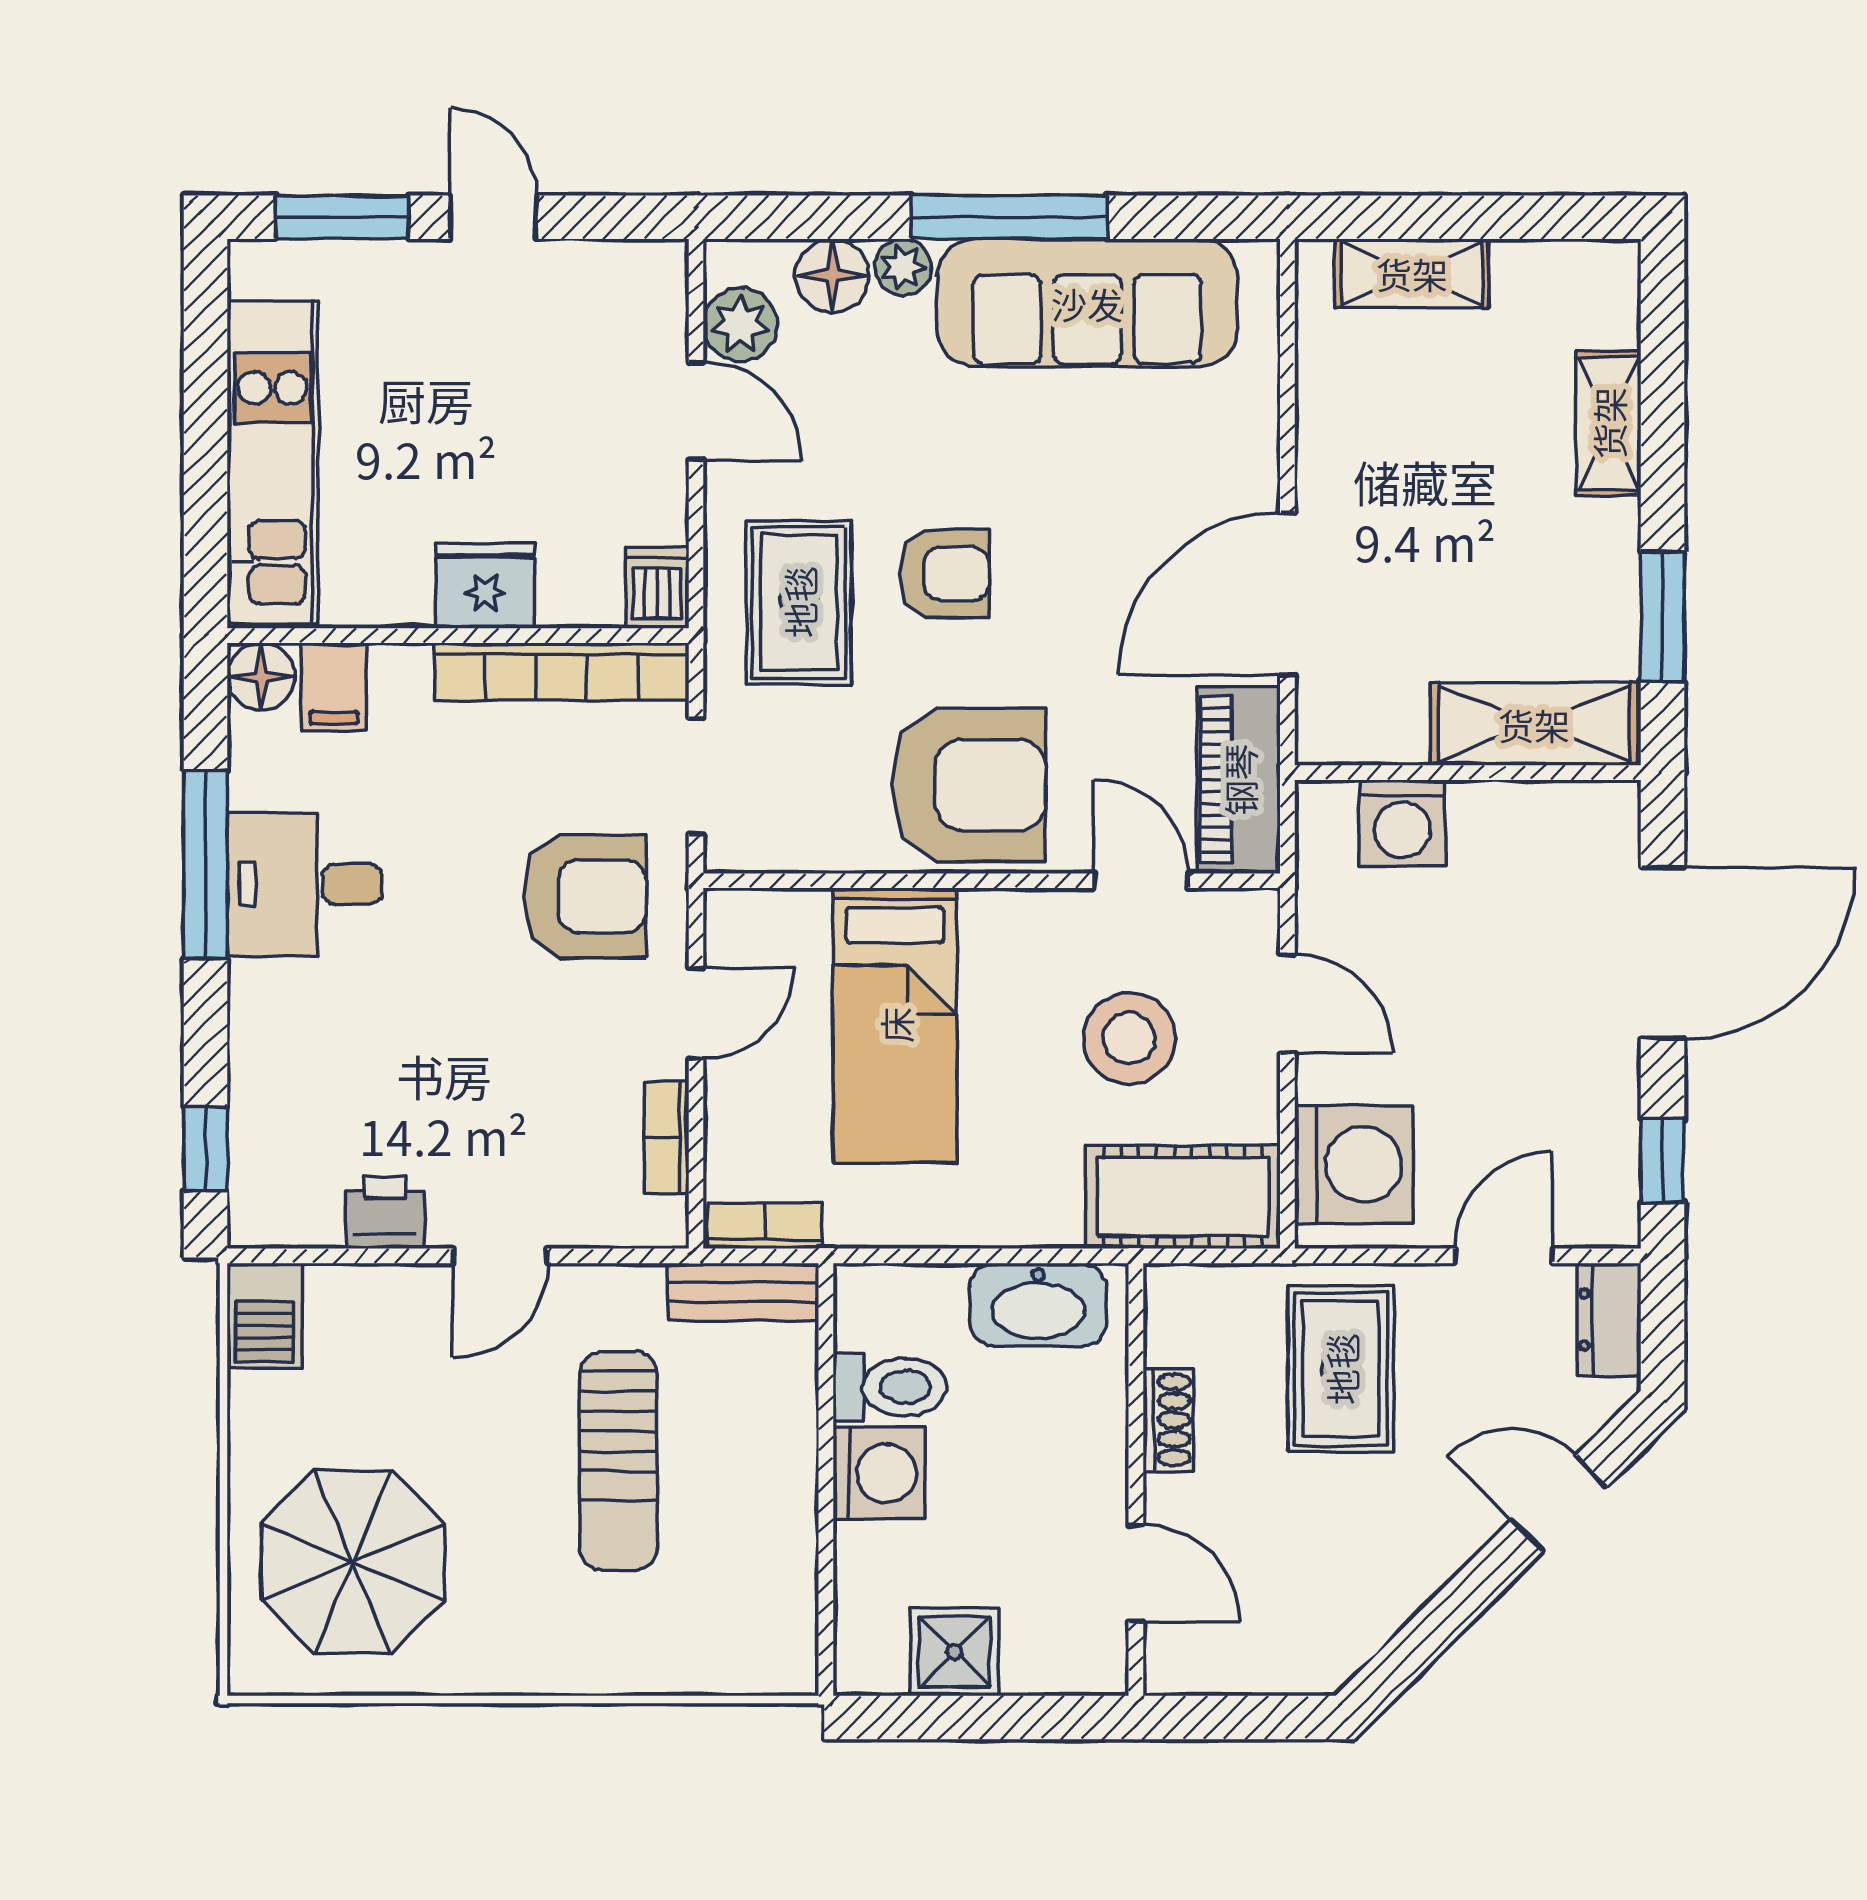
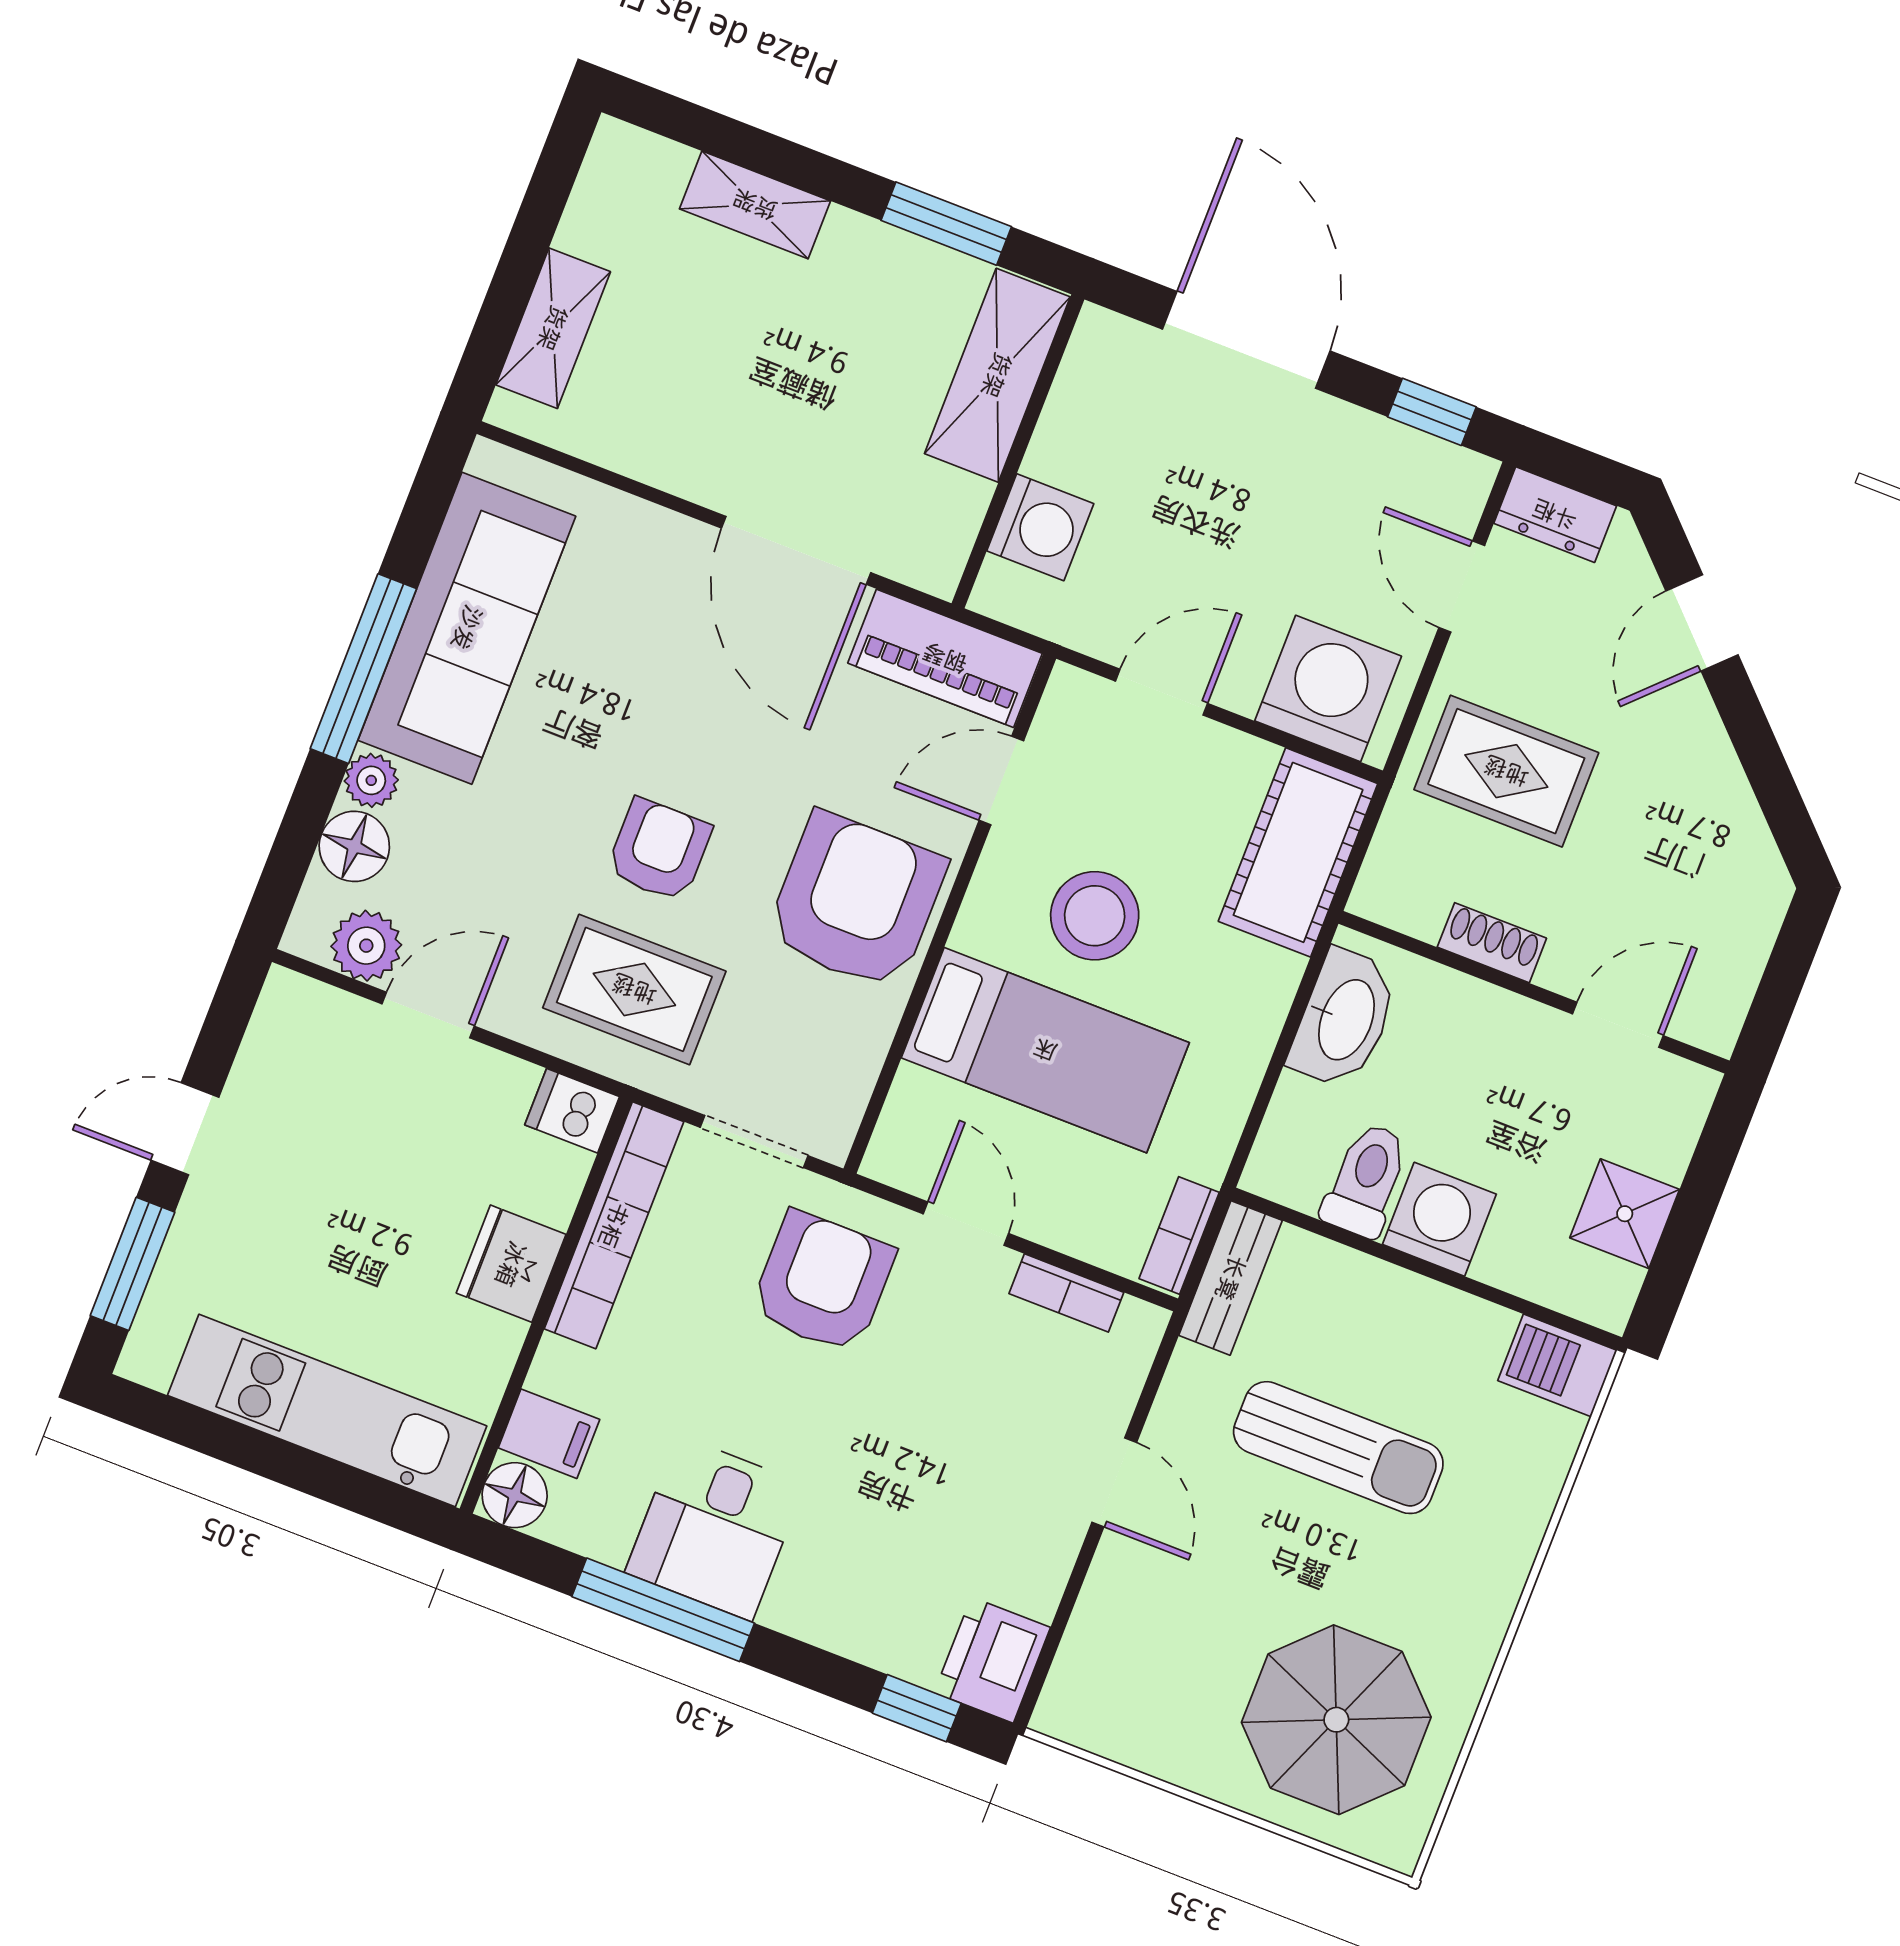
stool: (1129, 1038) -> (1095, 916), moved
printer: (385, 1213) -> (992, 1660), moved, width x1.36, depth x1.24
barbecue: (264, 1316) -> (1557, 1365), moved, turned 180

